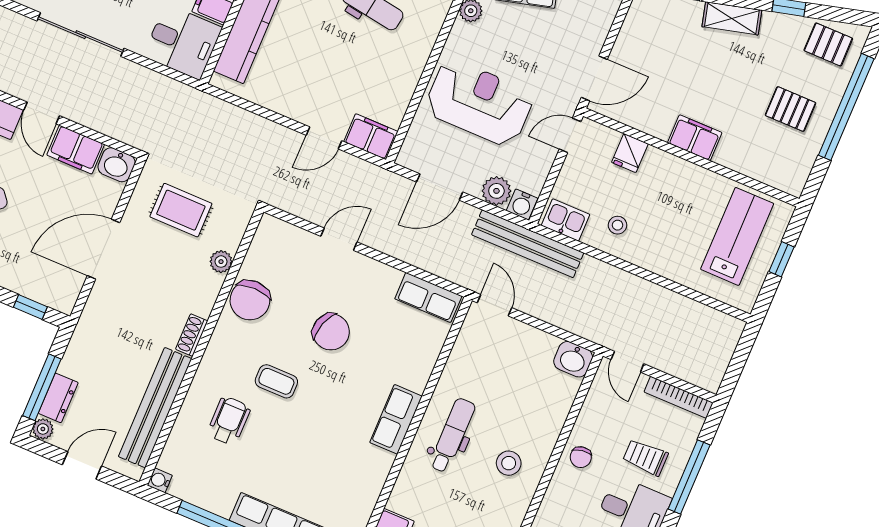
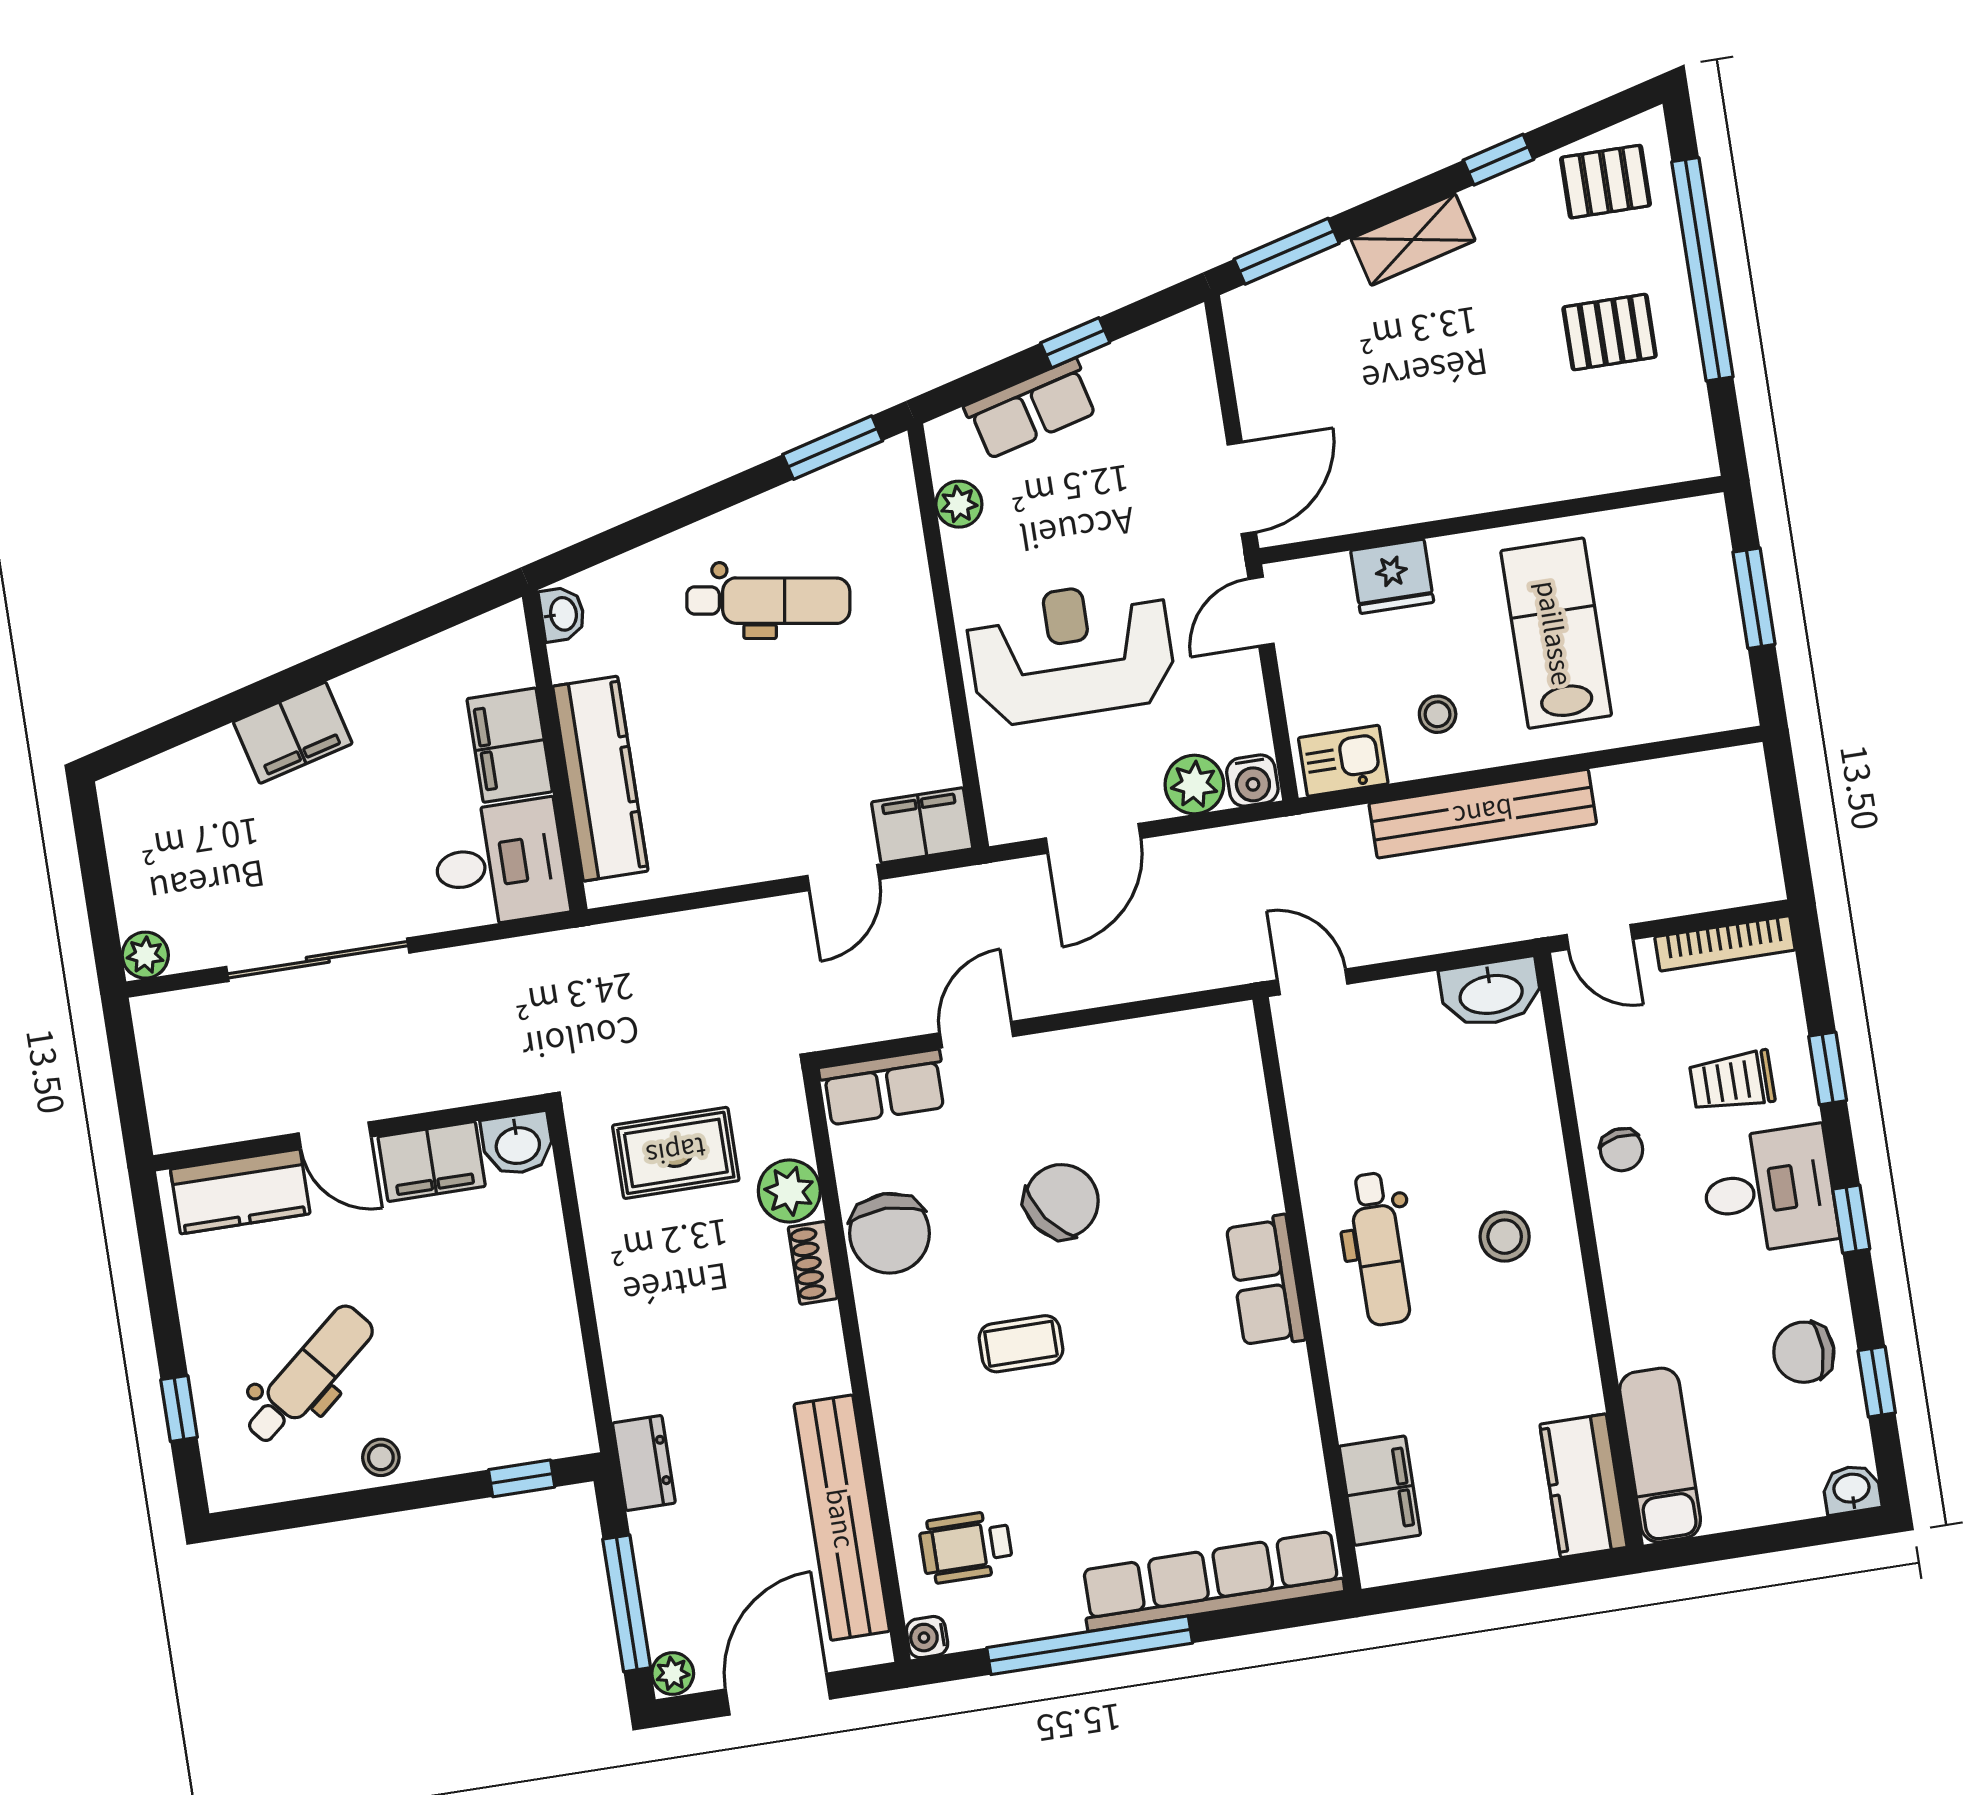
filing cabinet: (695, 138) -> (1477, 483), removed
fridge: (630, 153) -> (1392, 576), width x1.38
lab bench: (737, 236) -> (1556, 633), moved
bench: (528, 244) -> (1483, 814), moved
door: (103, 249) -> (585, 1302), removed
window: (782, 259) -> (1754, 598), width x1.50
plant: (221, 262) -> (789, 1191), width x1.38, depth x1.38
row of seats: (428, 297) -> (883, 1087), moved
chair: (331, 332) -> (1062, 1201), turned -54
shoe rack: (192, 335) -> (813, 1263), moved
washbasin: (573, 359) -> (1491, 993), width x1.38
dresser: (58, 398) -> (644, 1463), moved
wheelchair: (229, 421) -> (966, 1547), moved, turned -90
dental chair: (452, 435) -> (1379, 1249), turned 180
door: (82, 465) -> (778, 1694), width x1.38
window: (689, 477) -> (1828, 1068), width x0.46

